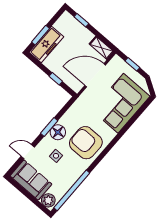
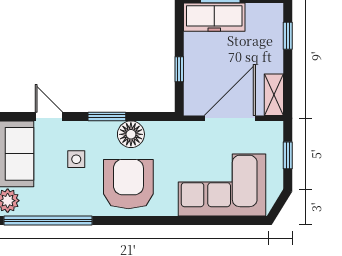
door: (95, 75) -> (230, 118), hinge flipped
floor lamp: (58, 132) -> (131, 134), moved

